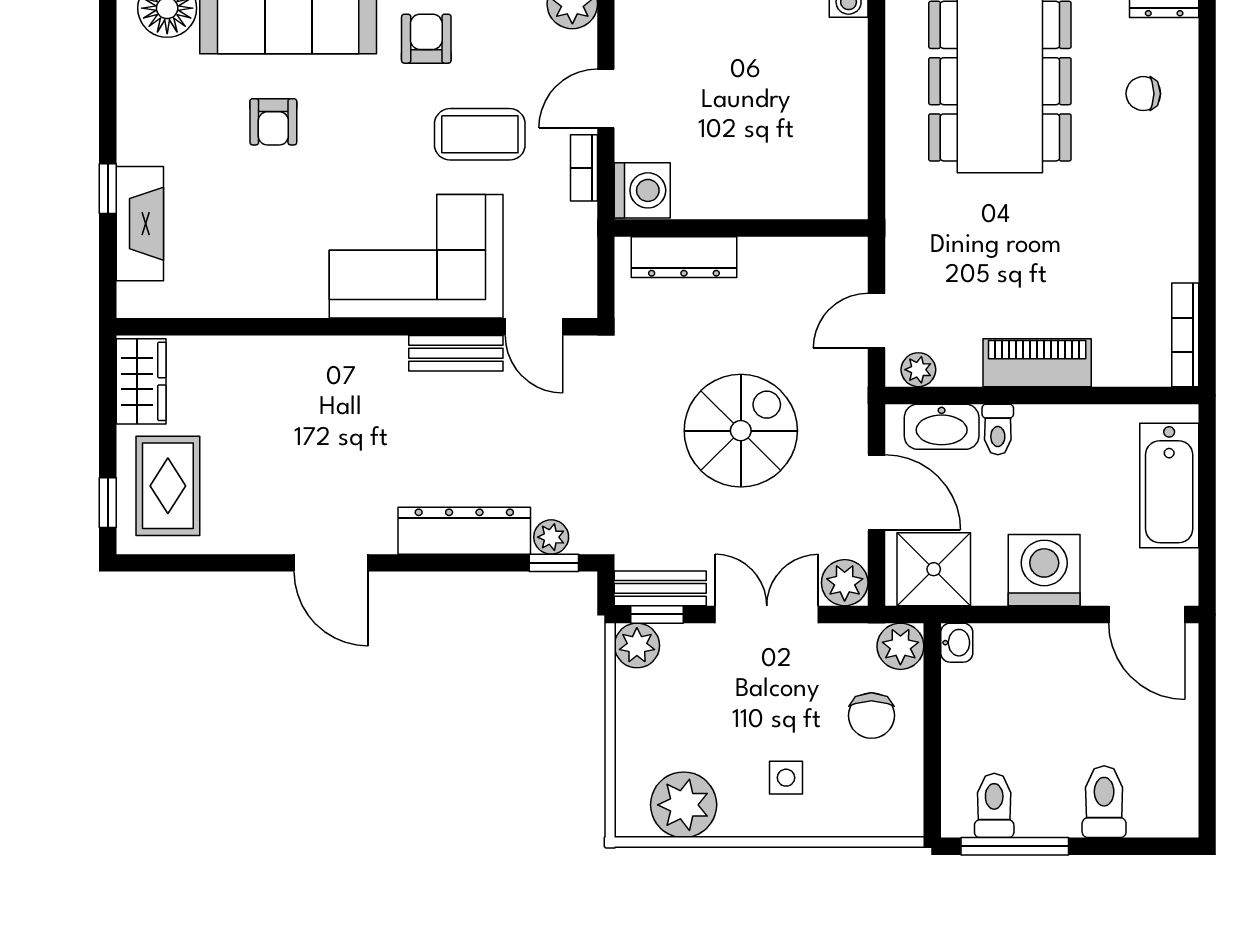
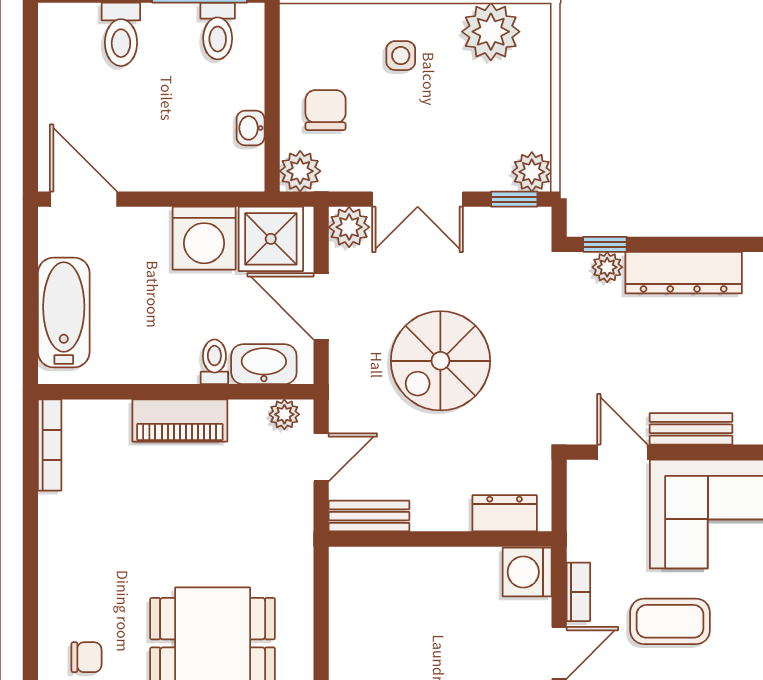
dresser: (684, 257) -> (505, 513), width x0.70
washing machine: (1044, 570) -> (204, 238), moved
bench: (660, 588) -> (369, 516), moved
washbasin: (957, 643) -> (251, 128), moved

